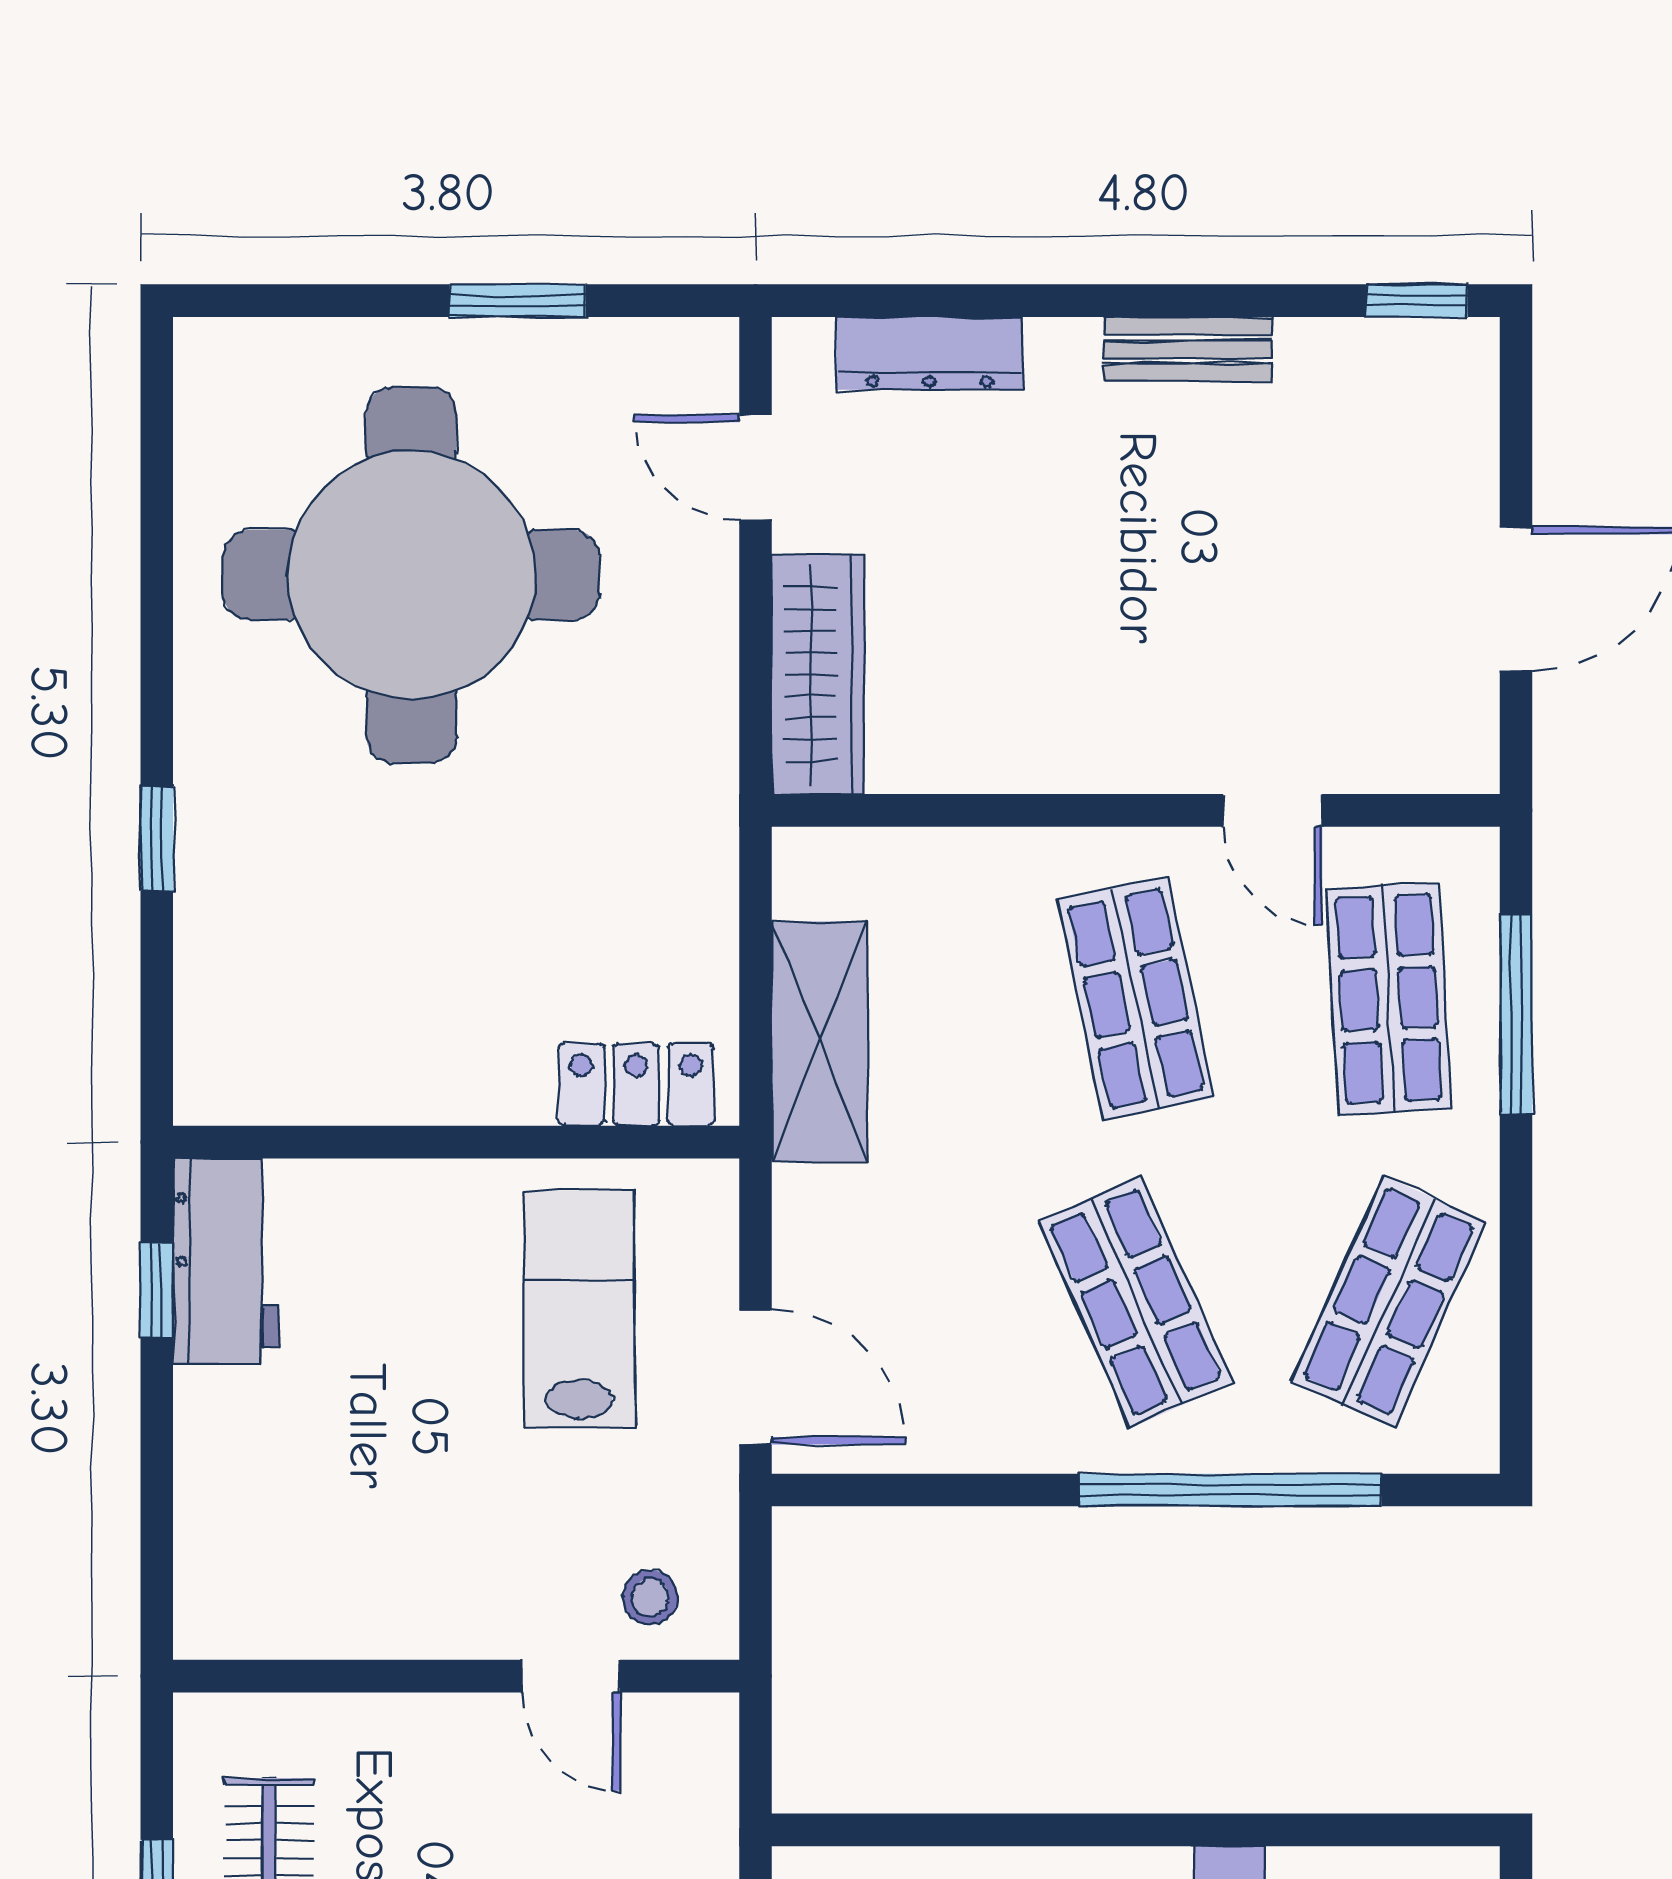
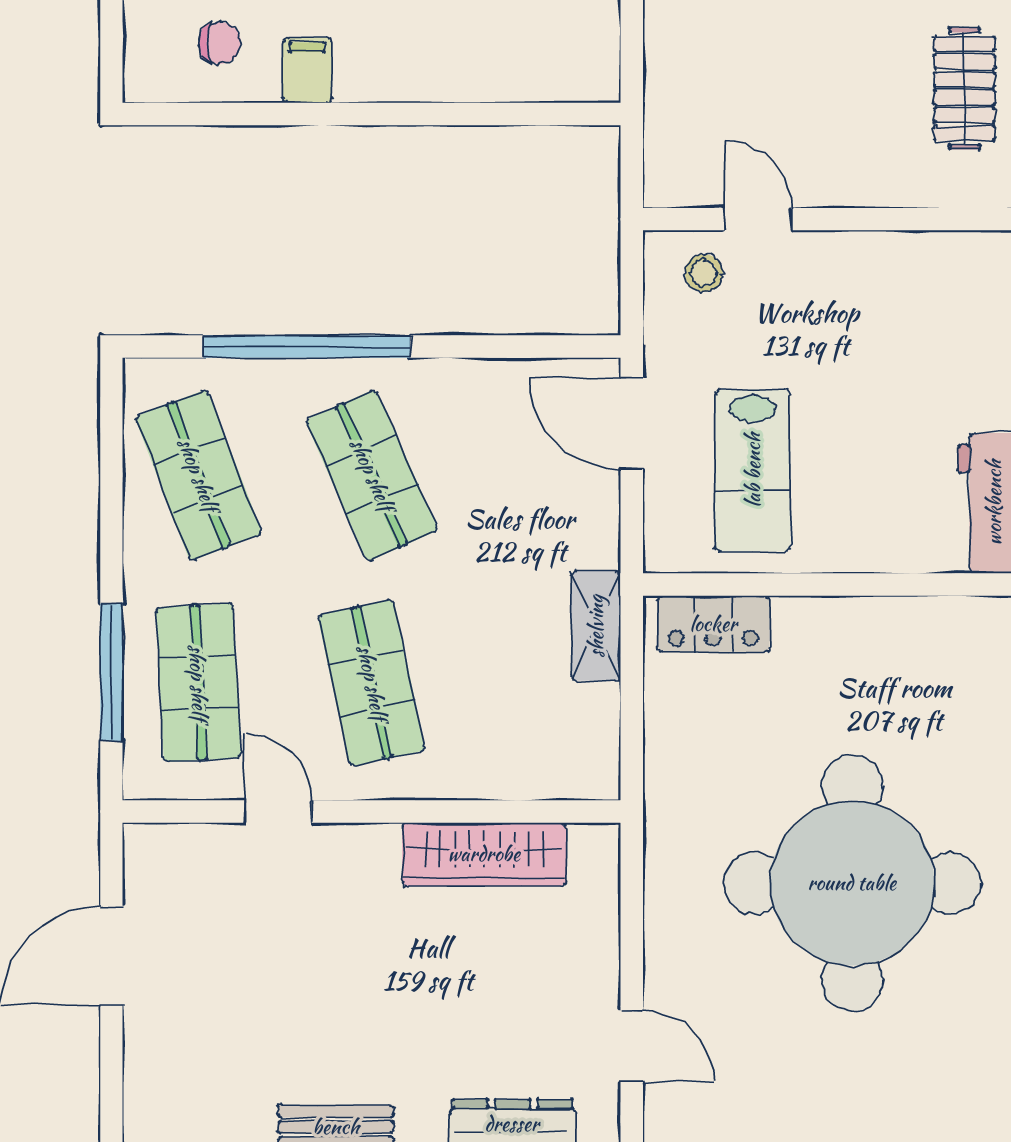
round table: (411, 575) -> (852, 883), moved
wardrobe: (818, 674) -> (484, 854), moved, turned -90
shelving: (820, 1042) -> (596, 626), width x0.67, depth x0.75
shop shelf: (1389, 1302) -> (198, 475), turned -45

